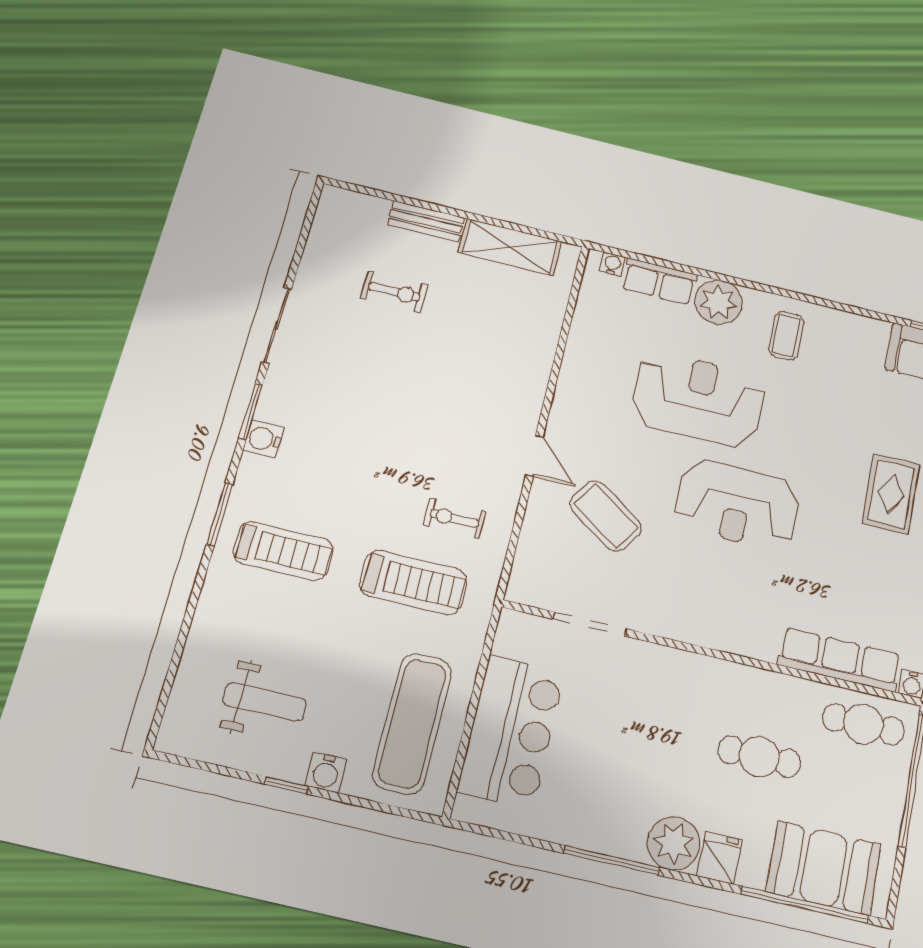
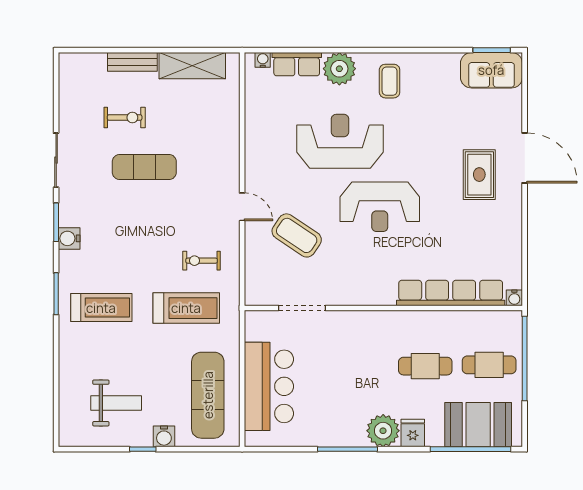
exercise mat: (404, 366) -> (144, 167), added
row of seats: (840, 660) -> (451, 293), width x1.36
cafe table: (863, 724) -> (489, 365), moved

